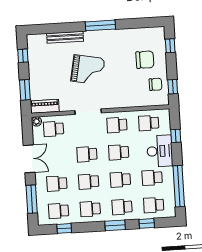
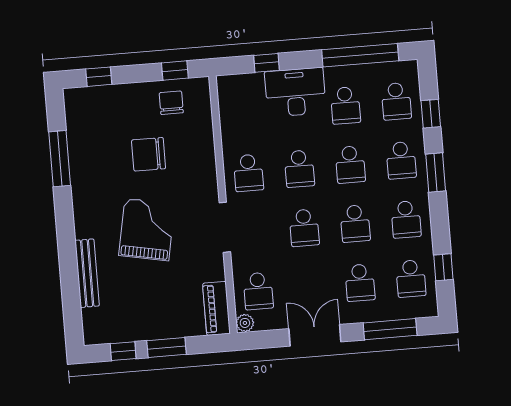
window: (100, 25) -> (60, 159), moved
chair: (145, 60) -> (148, 154), moved, turned -90
window: (25, 90) -> (166, 348), moved
school desk: (149, 123) -> (244, 114), removed

